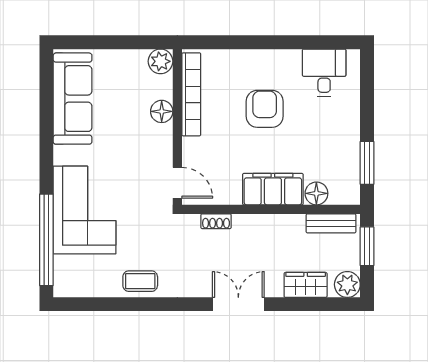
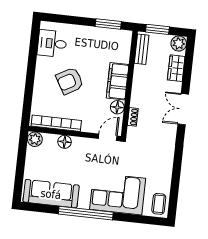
armchair: (265, 109) -> (70, 81), turned -30
floor lamp: (316, 193) -> (117, 107), moved
window: (46, 240) -> (86, 213), moved
coffee table: (140, 281) -> (159, 204), moved

